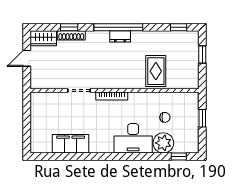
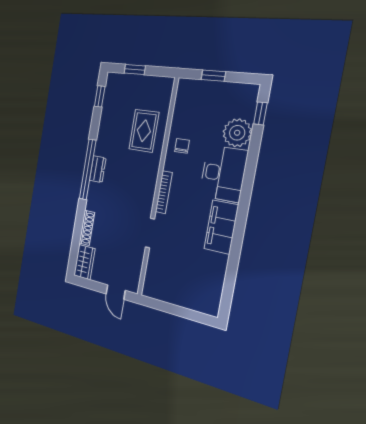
window: (69, 27) -> (78, 228), removed
door: (27, 58) -> (116, 292), moved
rug: (156, 71) -> (144, 131), turned 90
chair: (165, 117) -> (182, 146), moved
filing cabinet: (71, 144) -> (221, 227), moved

